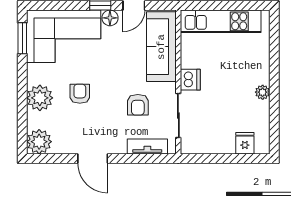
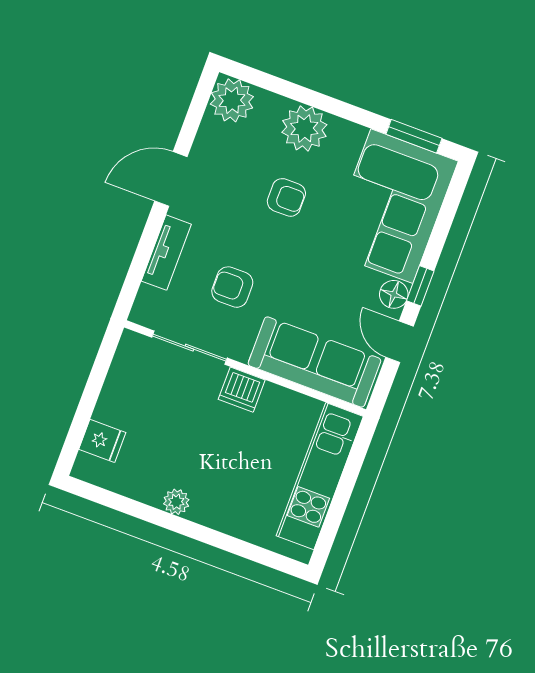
tv unit: (147, 147) -> (166, 253), moved

